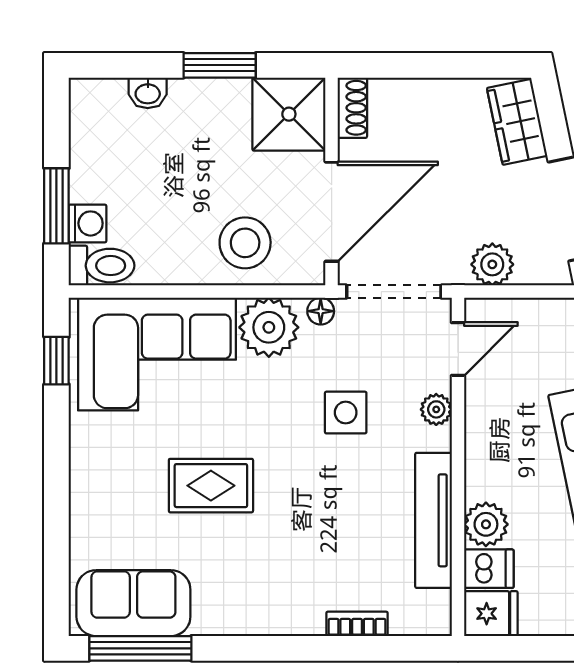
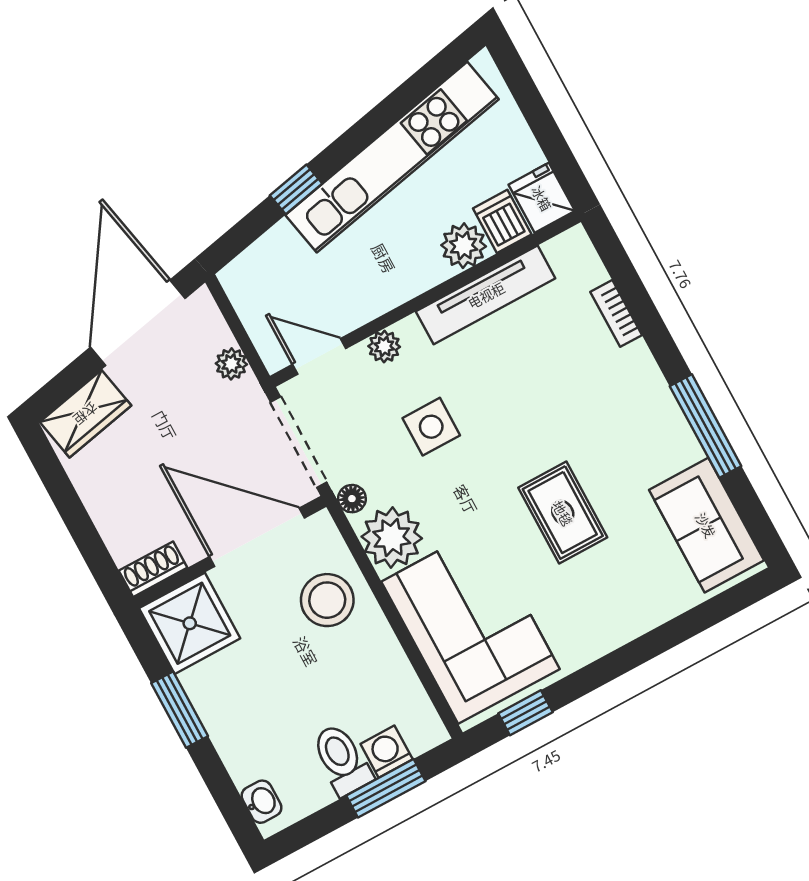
washbasin: (148, 93) -> (261, 802), moved
plant: (492, 264) -> (231, 364), width x0.73, depth x0.73
toilet: (101, 266) -> (342, 760), moved
window: (140, 648) -> (706, 426), moved

